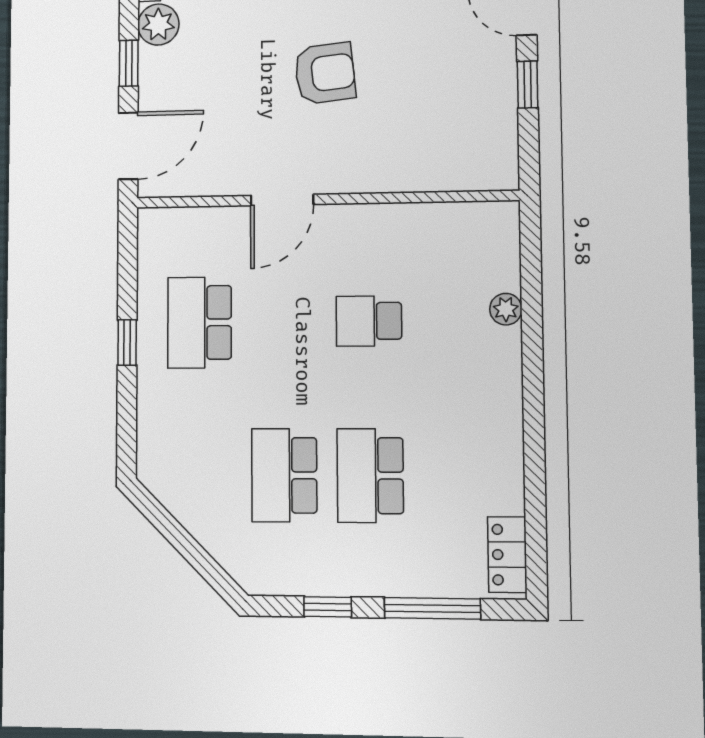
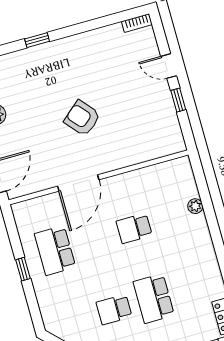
armchair: (325, 73) -> (82, 118), turned -125
door: (282, 200) -> (78, 183), width x1.36
school desk: (284, 475) -> (114, 310), width x0.54

